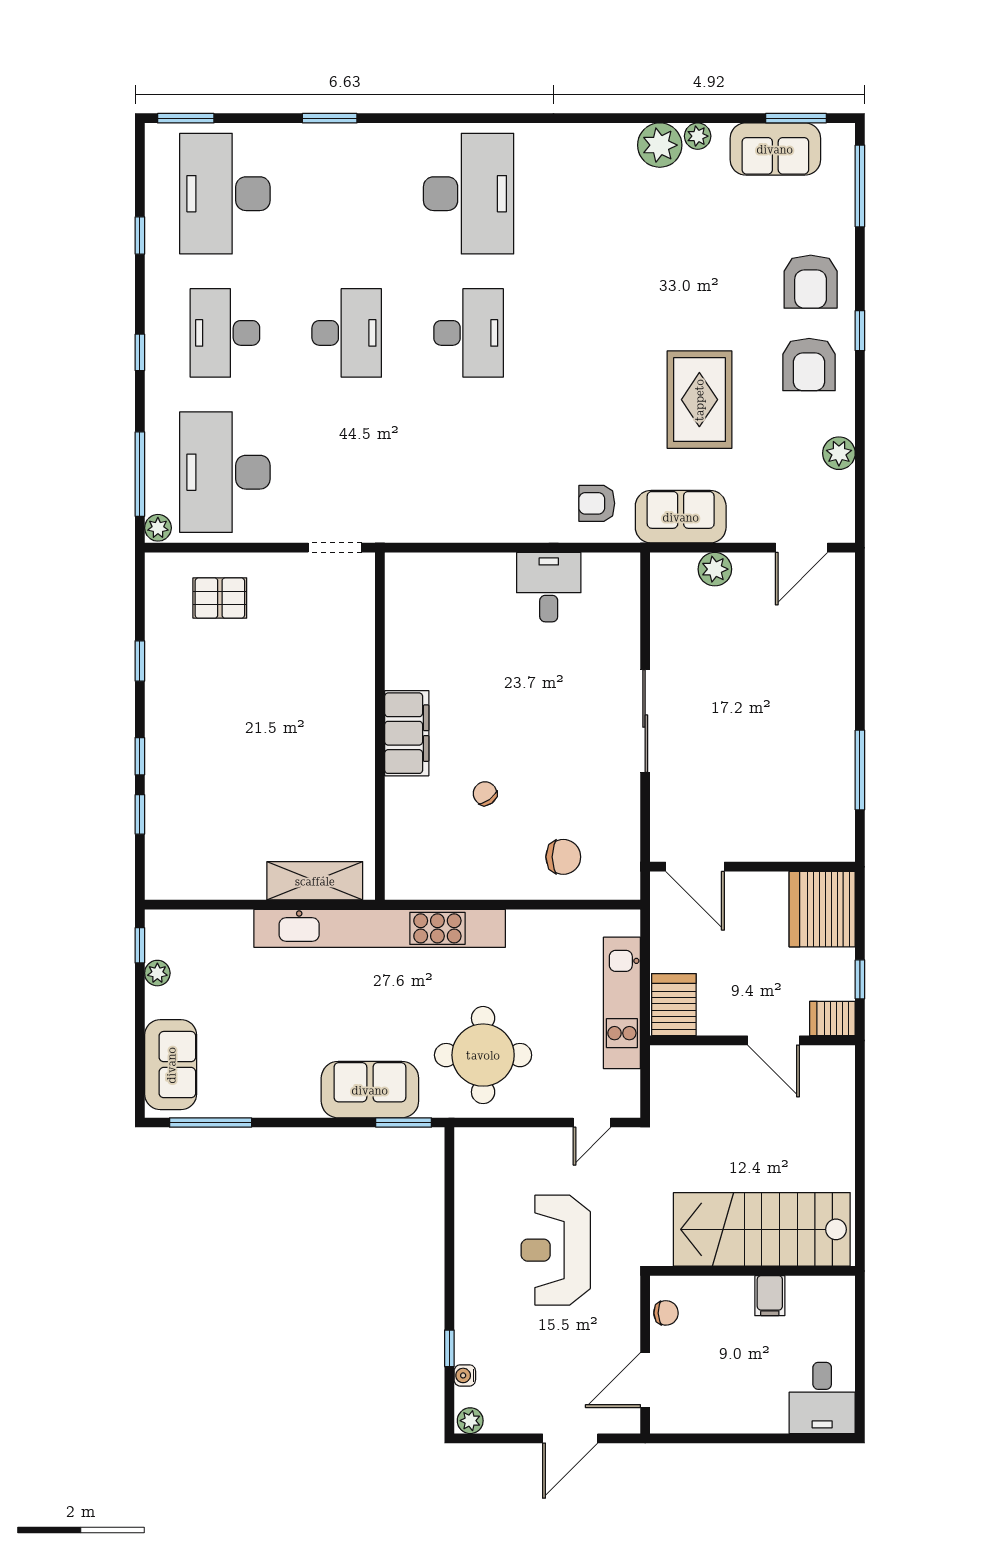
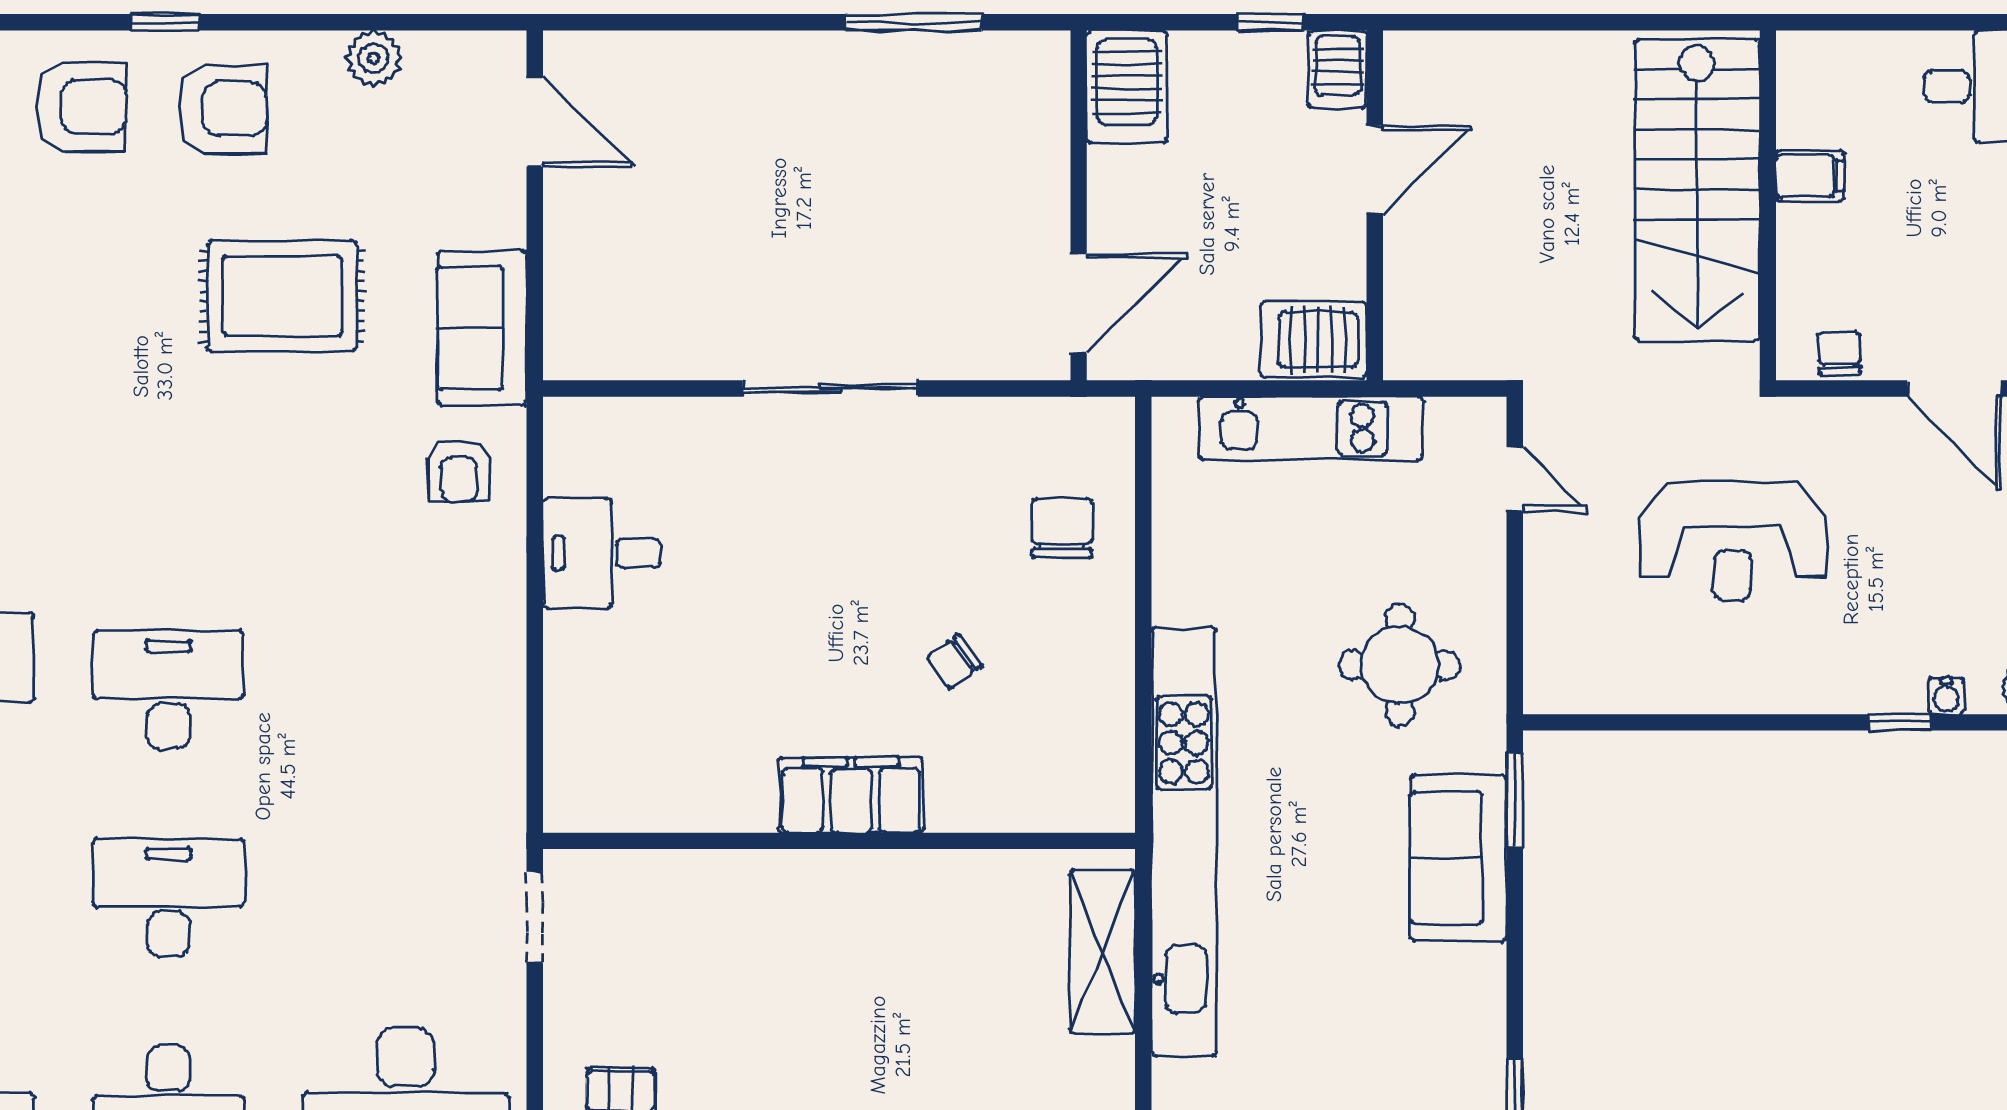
plant: (715, 569) -> (571, 270), removed
server rack: (822, 909) -> (1127, 87), width x0.62
round table: (483, 1055) -> (1400, 665), width x0.73, depth x0.73

